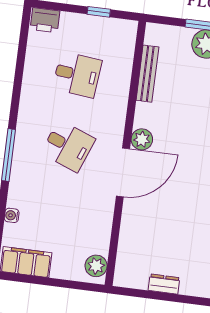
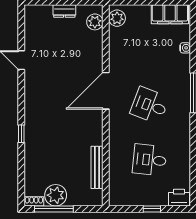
window: (99, 12) -> (152, 209), moved
plant: (142, 139) -> (95, 22), moved

